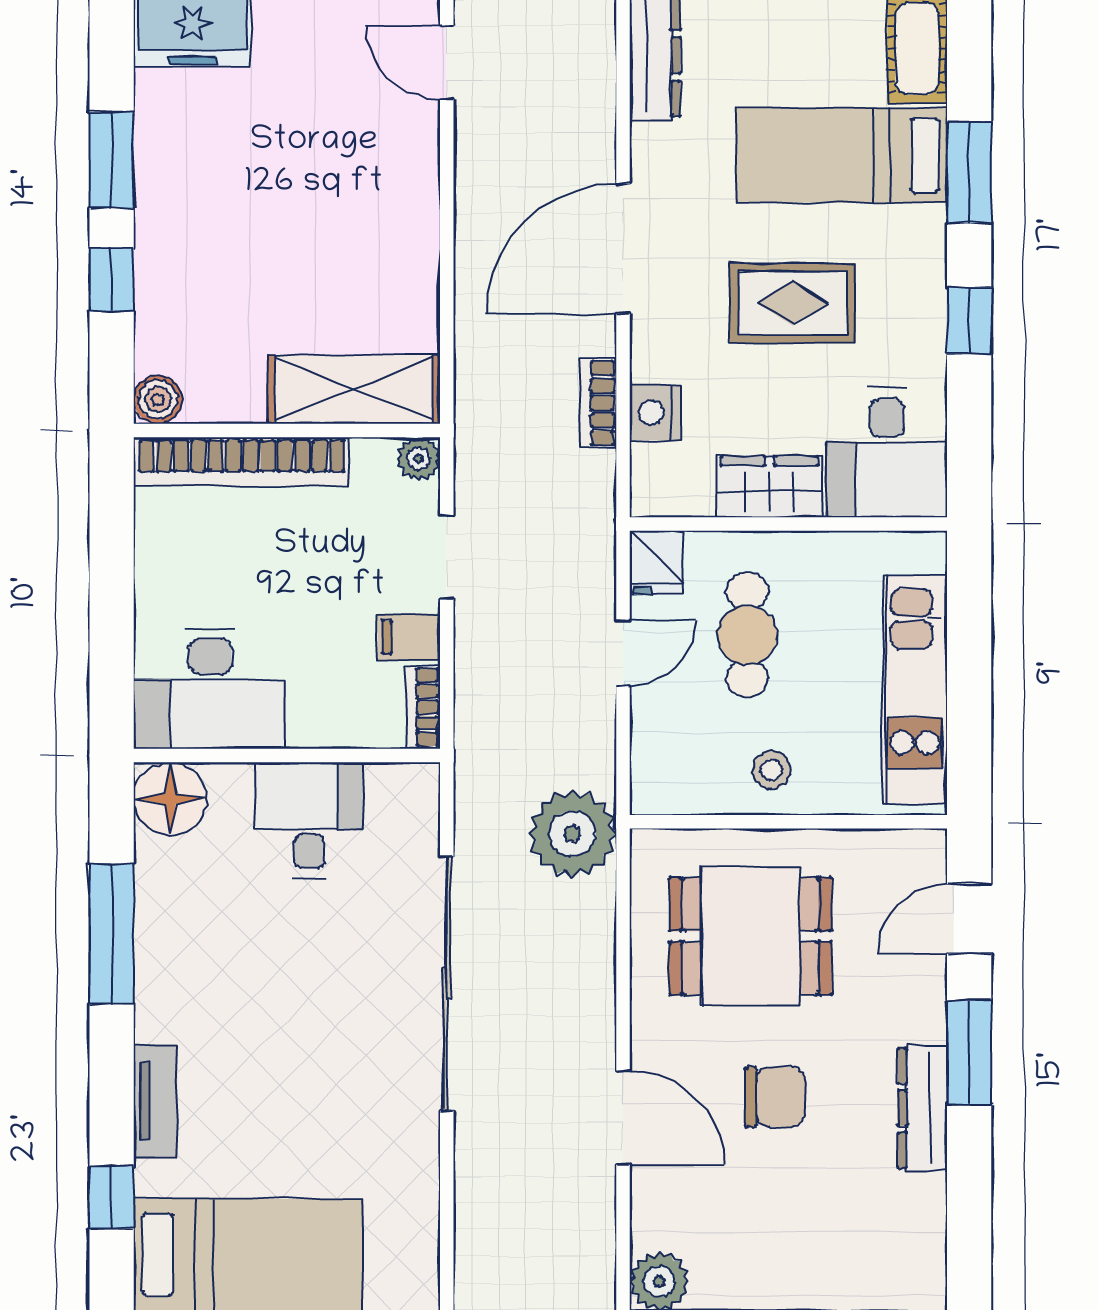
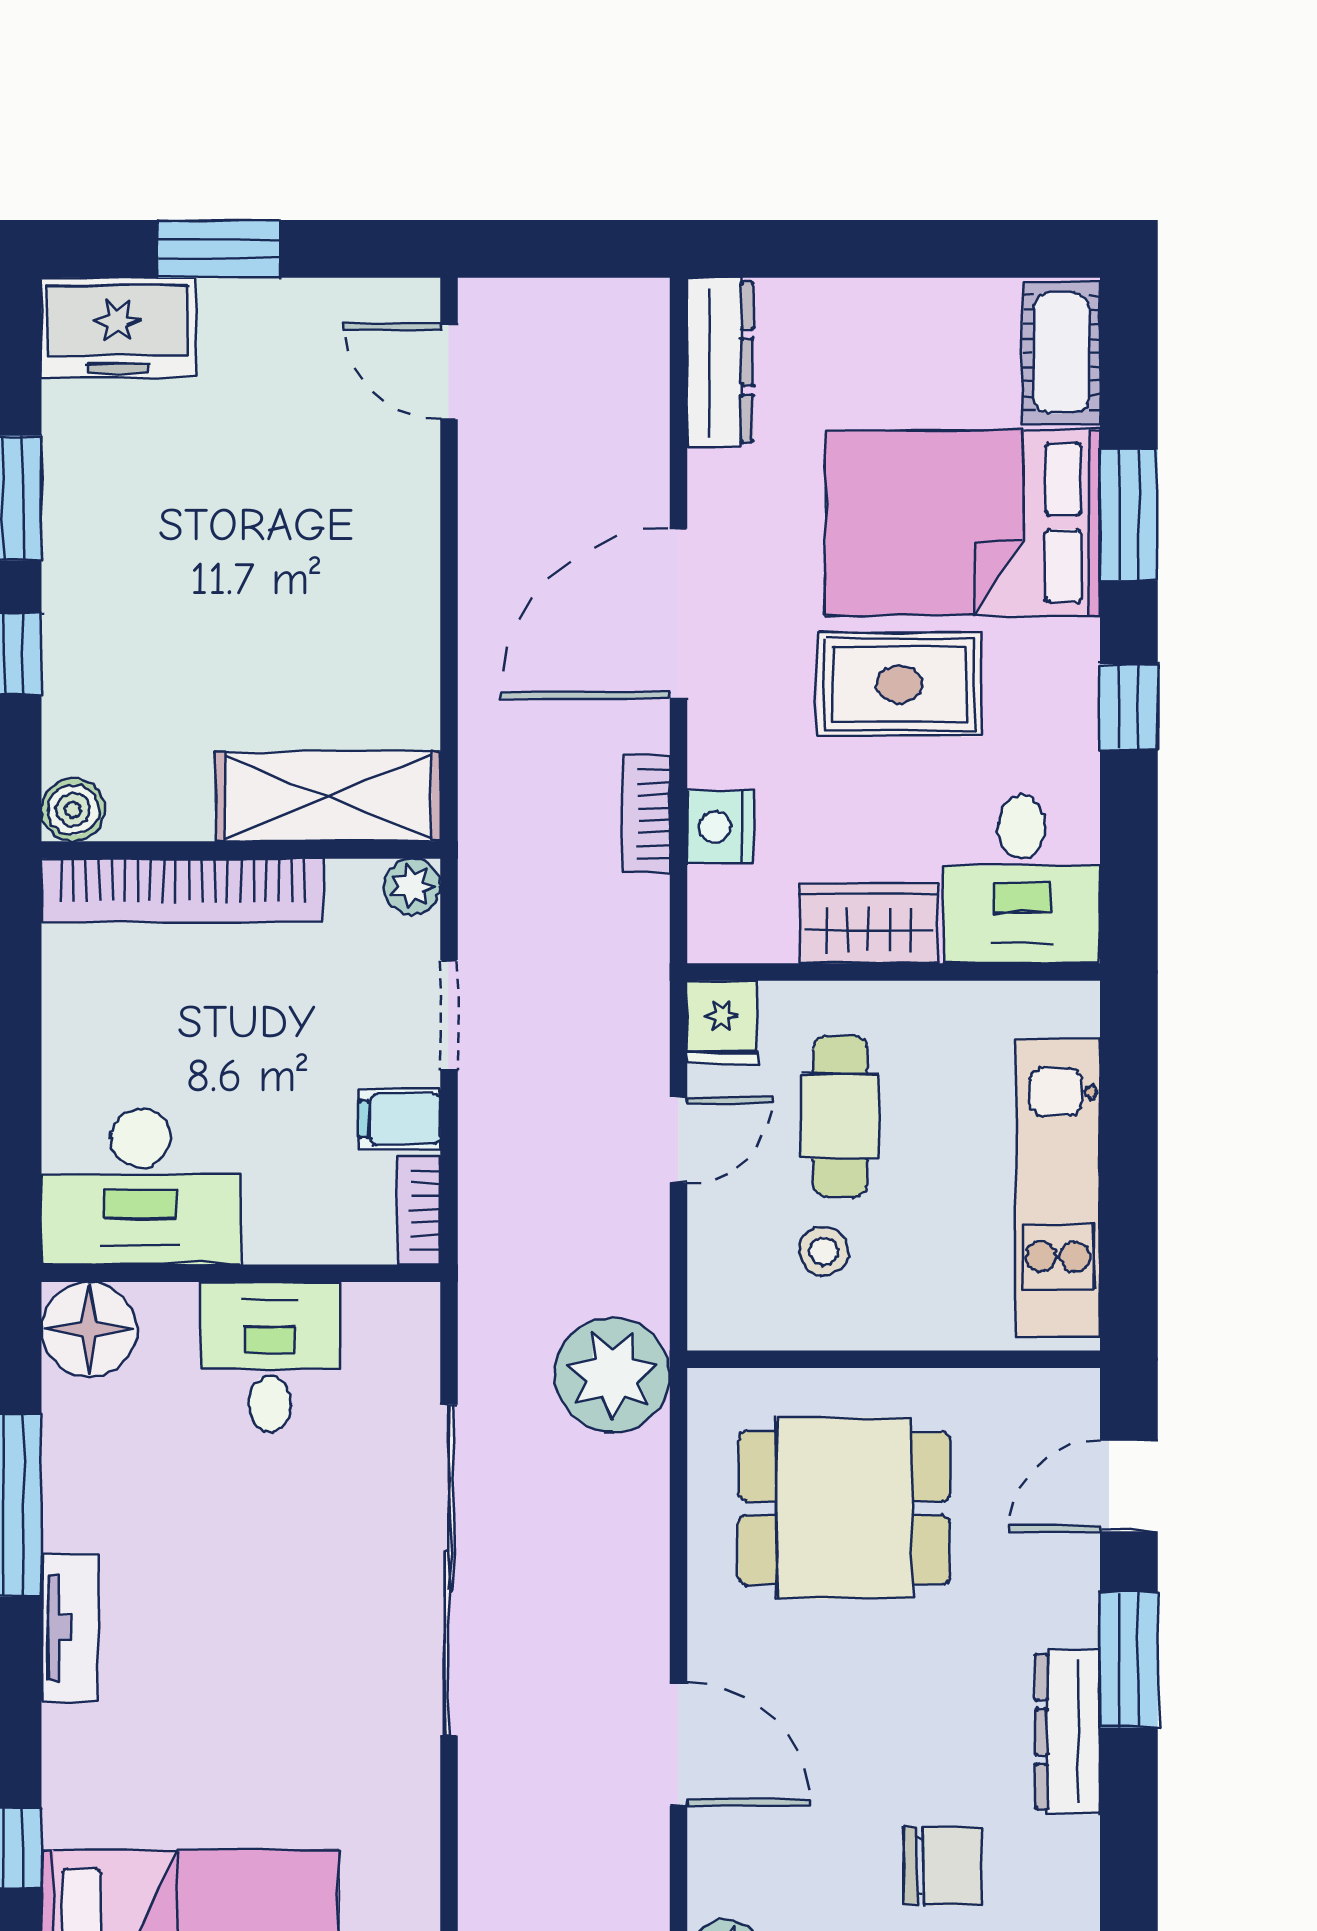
bed: (842, 155) -> (963, 523), width x1.50
stool: (771, 770) -> (824, 1251), moved
chair: (775, 1097) -> (944, 1866), moved
tv unit: (155, 1101) -> (70, 1627), moved

